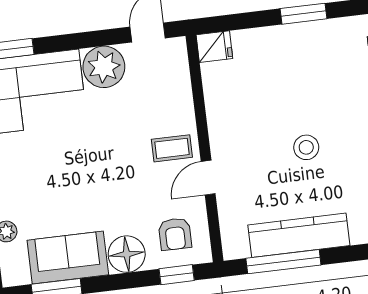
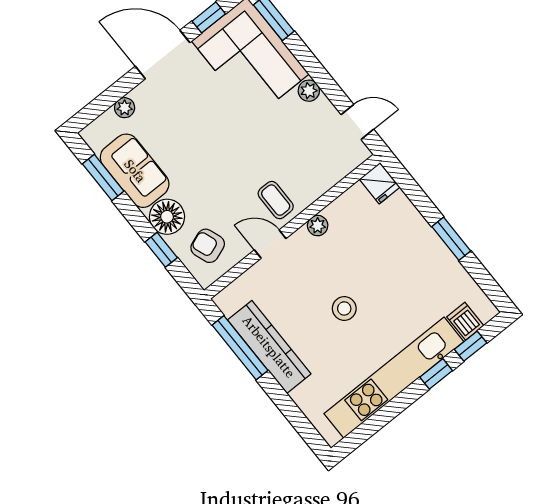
plant: (104, 67) -> (309, 91), width x0.53, depth x0.53
plant: (218, 125) -> (318, 226), added
armchair: (175, 234) -> (208, 246), turned 70
window: (177, 275) -> (161, 250), moved

